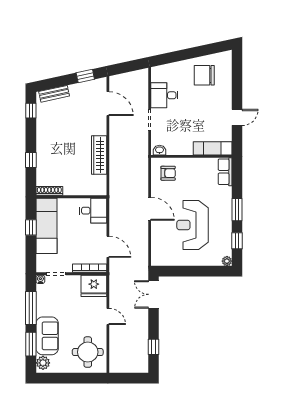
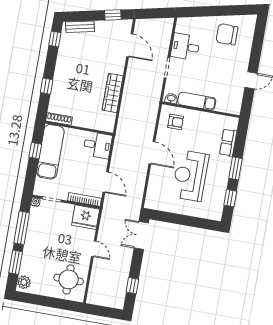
exam couch: (213, 148) -> (197, 101), moved
row of seats: (225, 172) -> (228, 143), moved
plant: (227, 261) -> (217, 216), removed
sofa: (47, 336) -> (32, 257), removed

